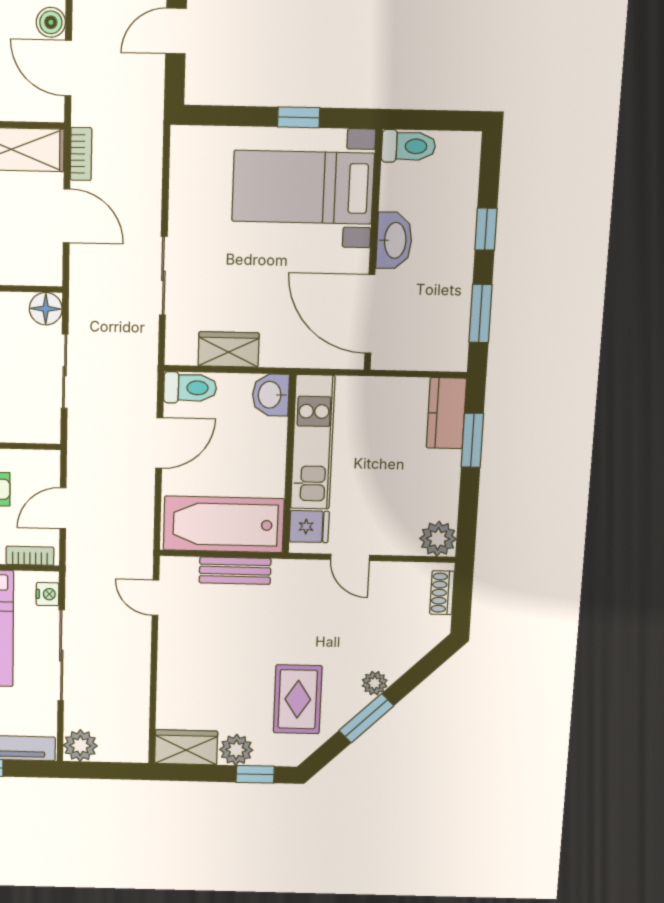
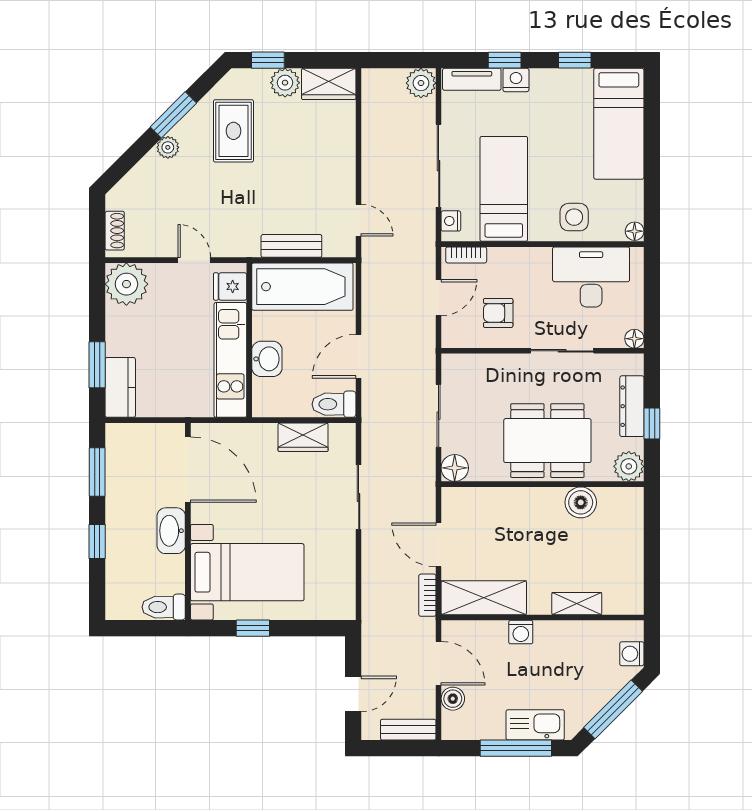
washbasin: (271, 395) -> (267, 359), moved
plant: (438, 539) -> (126, 284), width x1.36, depth x1.36

